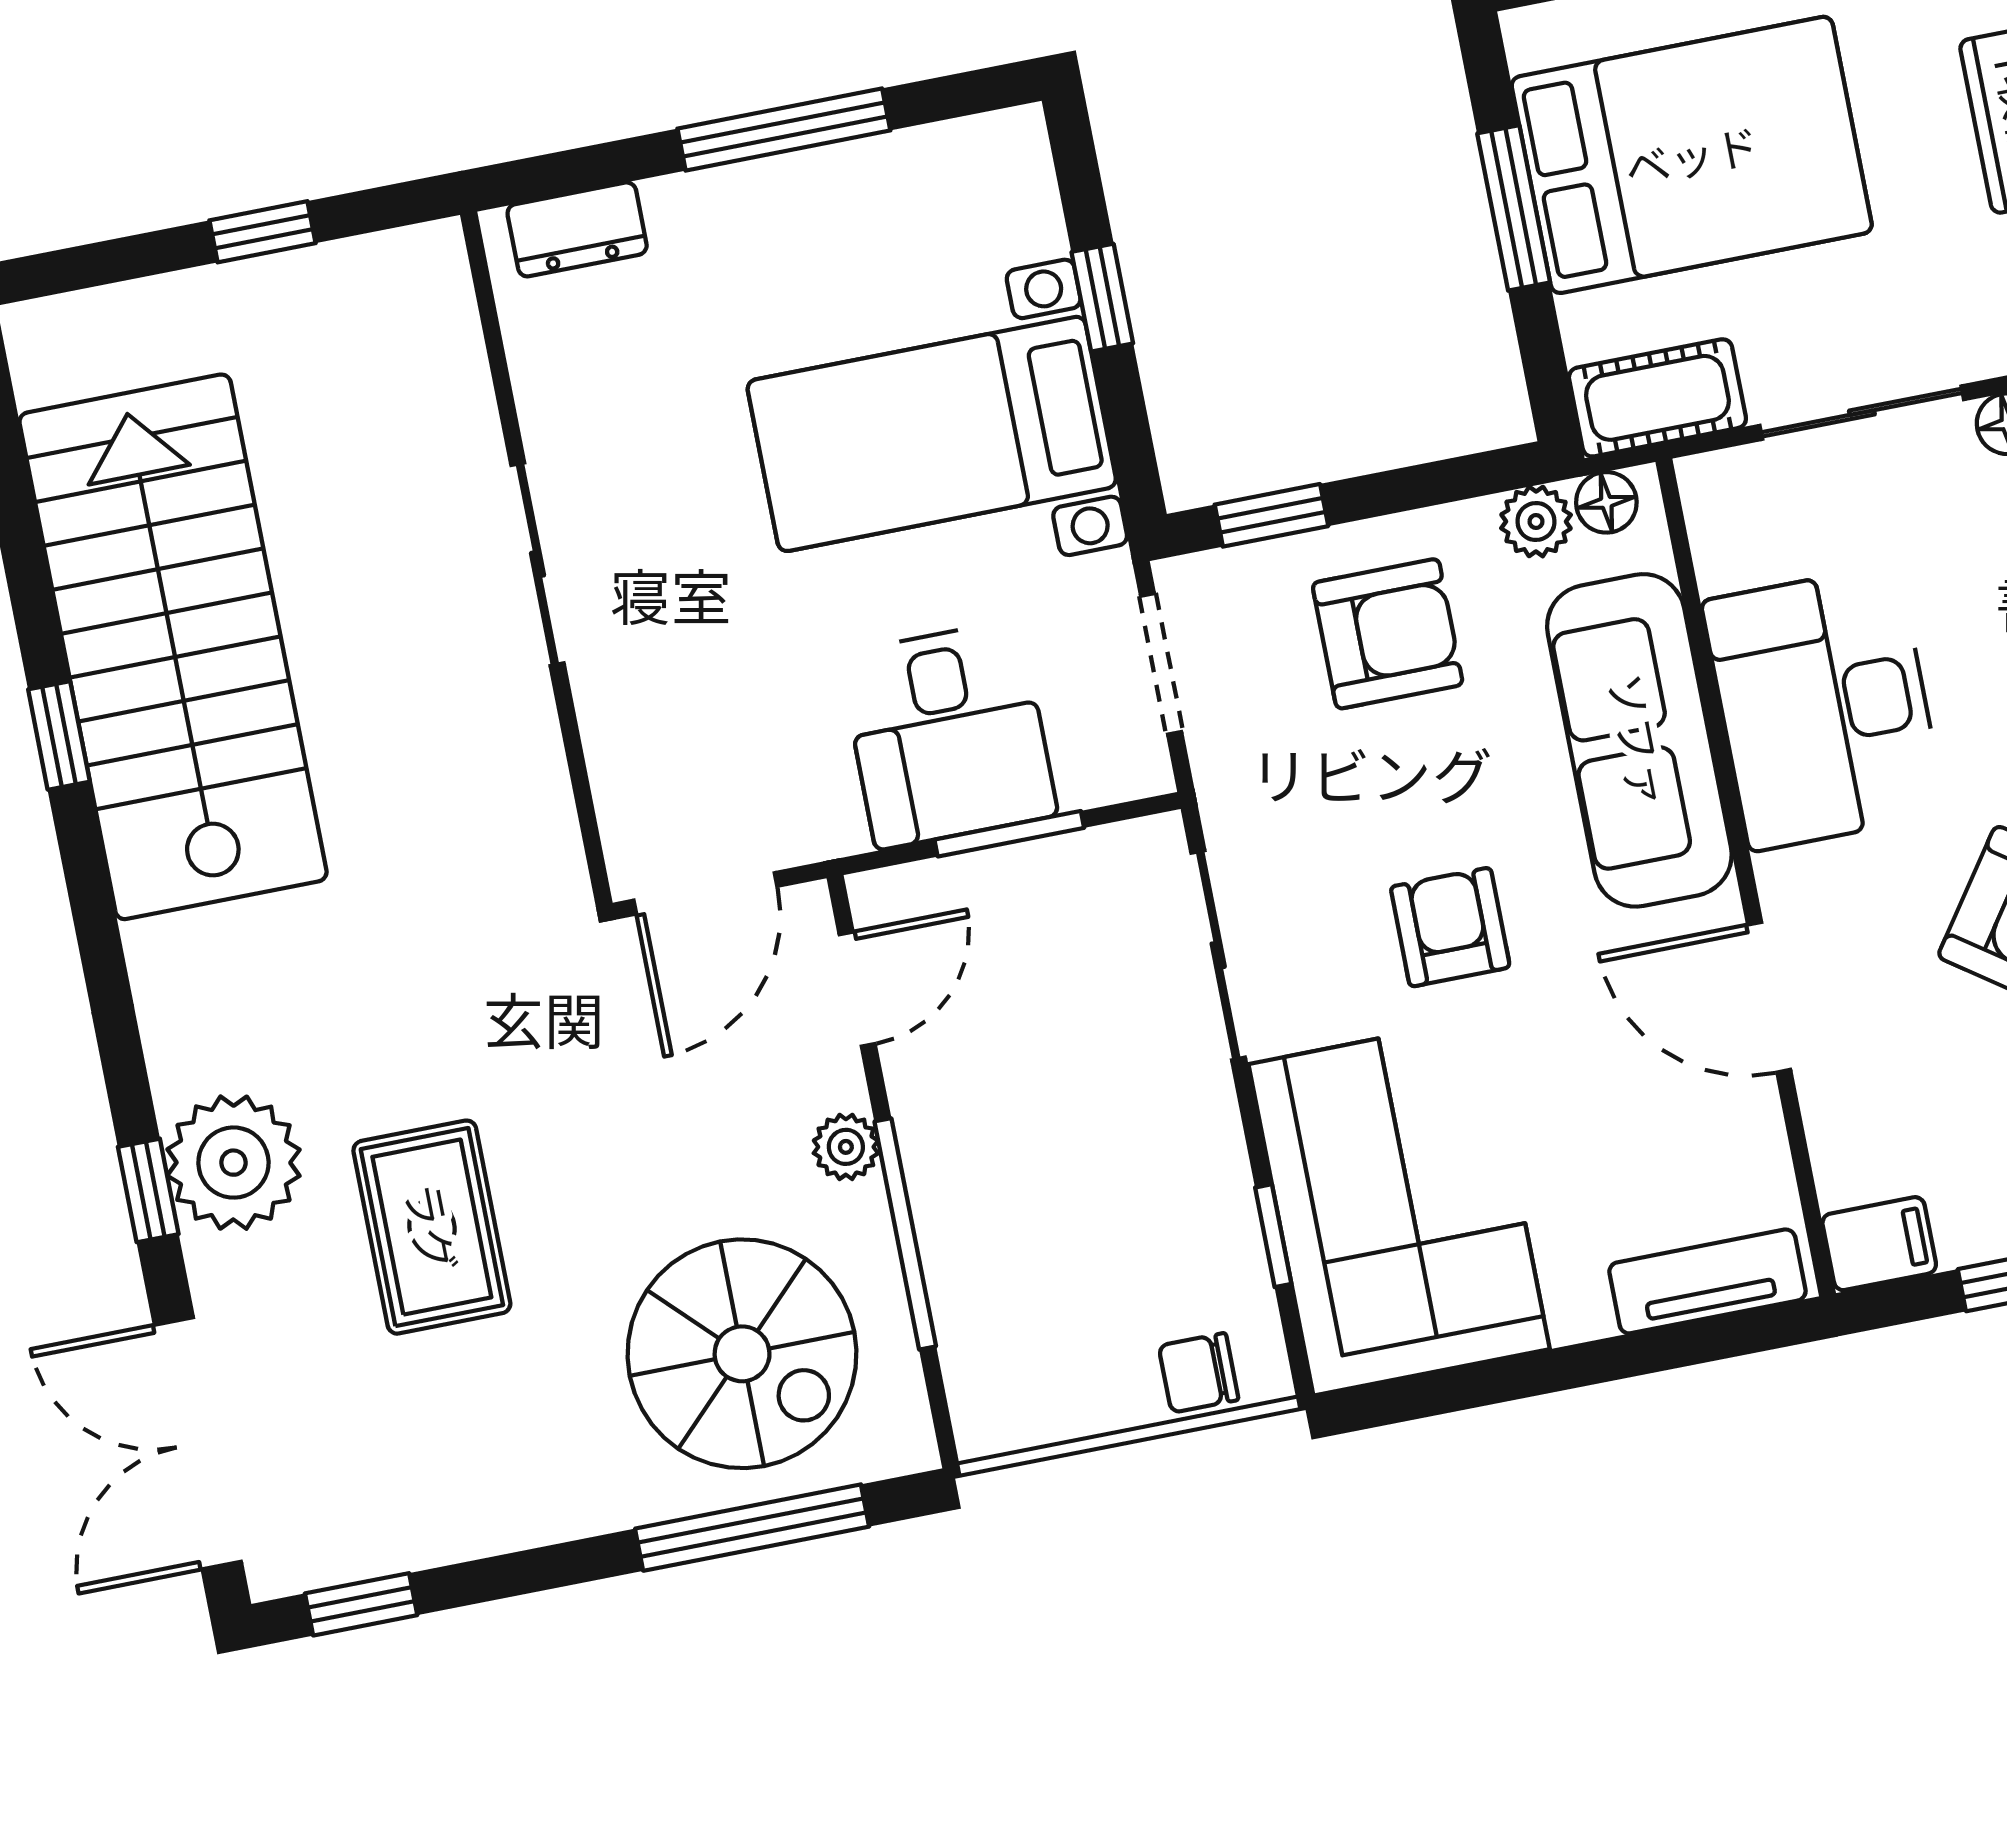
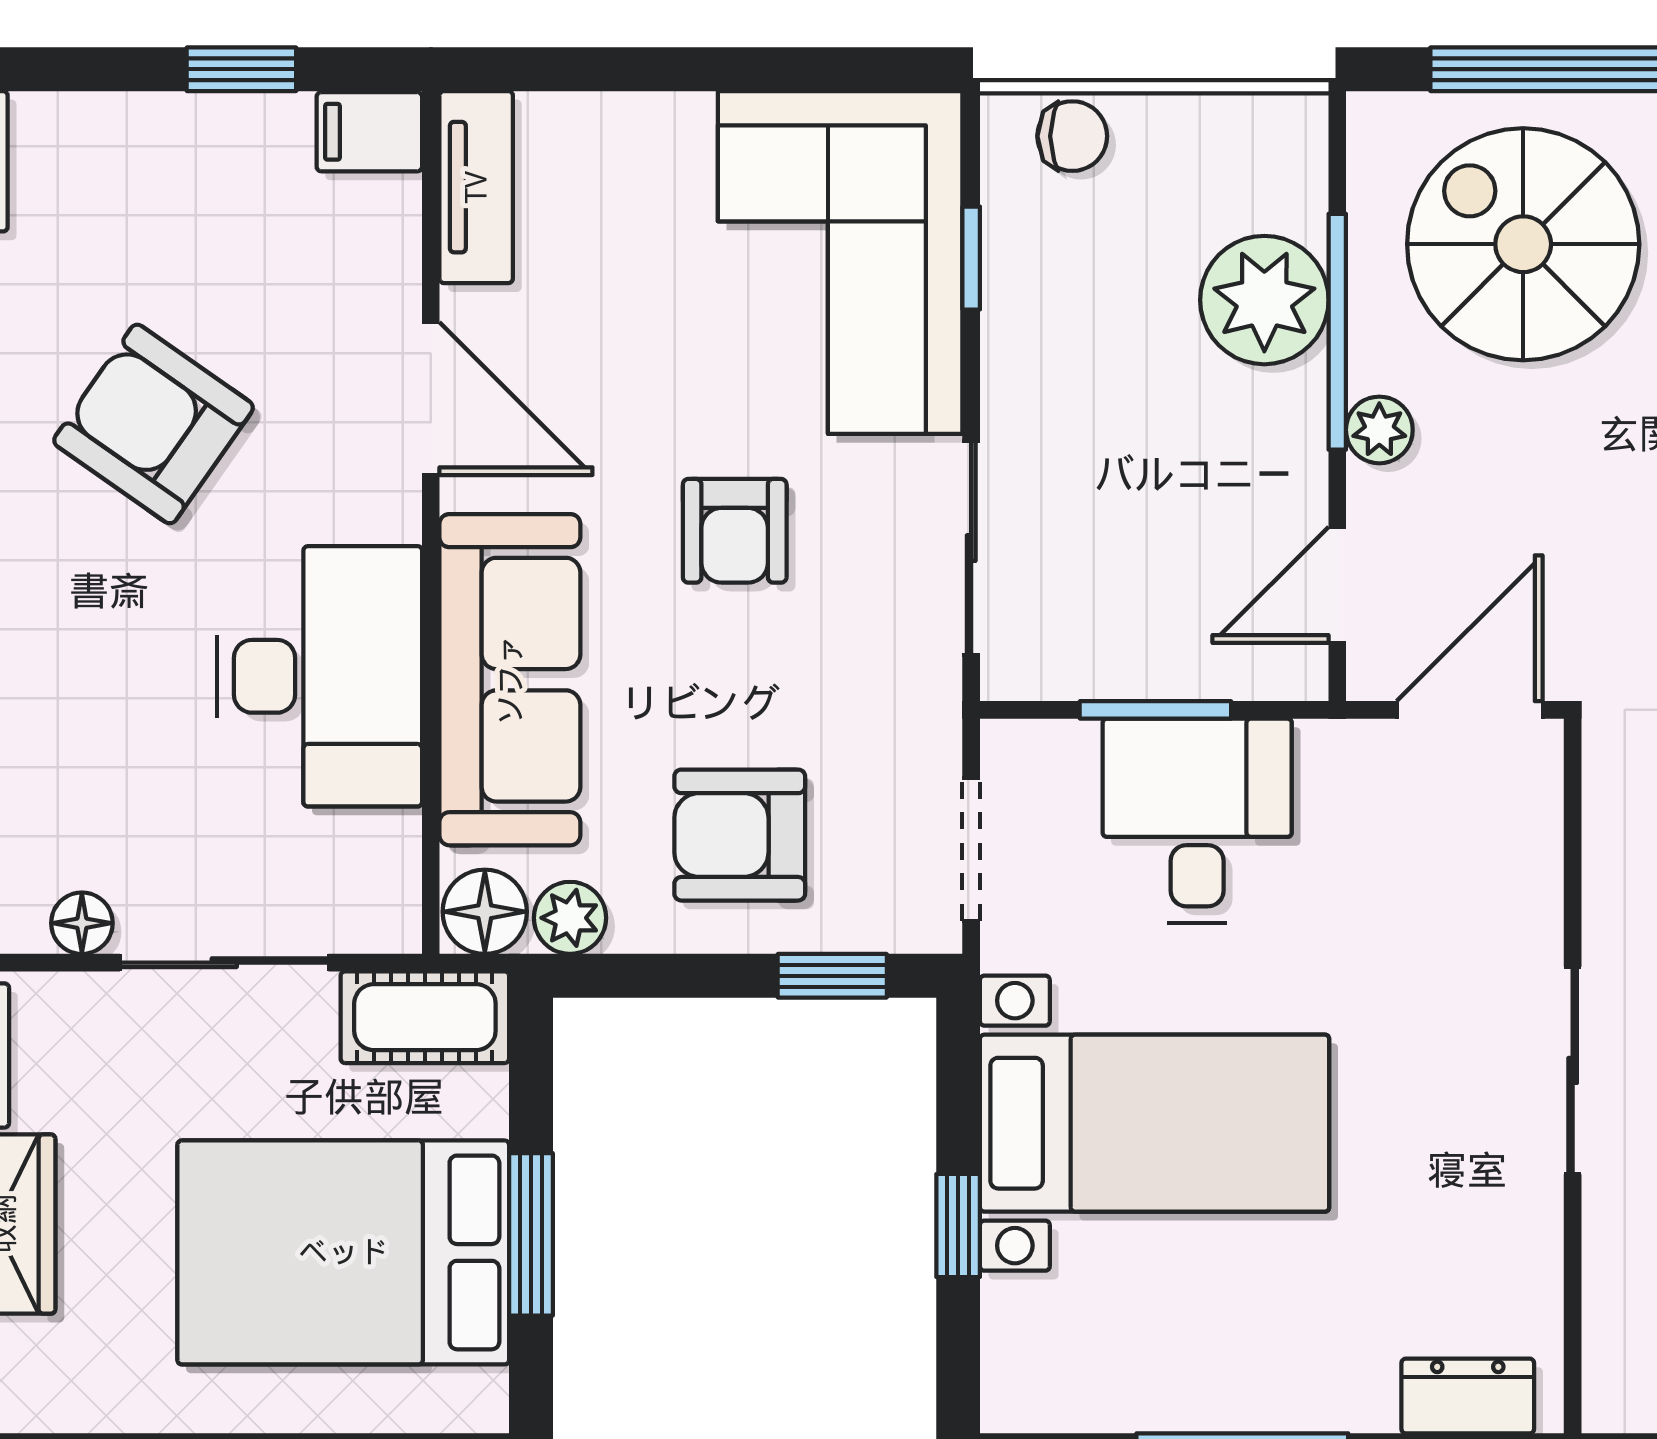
floor lamp: (1606, 502) -> (485, 912), width x1.37, depth x1.37
plant: (982, 1251) -> (1264, 300), added
tv unit: (1707, 1281) -> (476, 187), moved, turned -90

